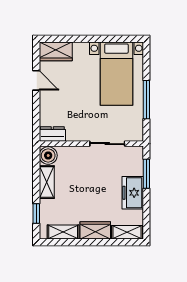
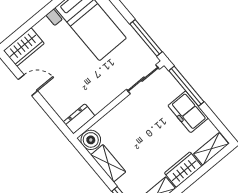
window: (146, 100) -> (146, 38), moved
sliding door: (107, 144) -> (143, 79), moved
window: (146, 174) -> (186, 86), width x1.44

